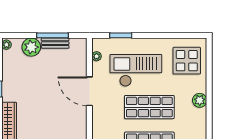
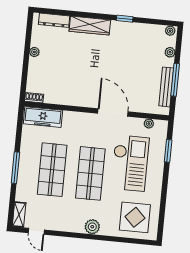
bench: (55, 43) -> (166, 87), width x1.36
plant: (31, 47) -> (170, 52), width x0.53, depth x0.53
door: (89, 91) -> (113, 113), hinge flipped

